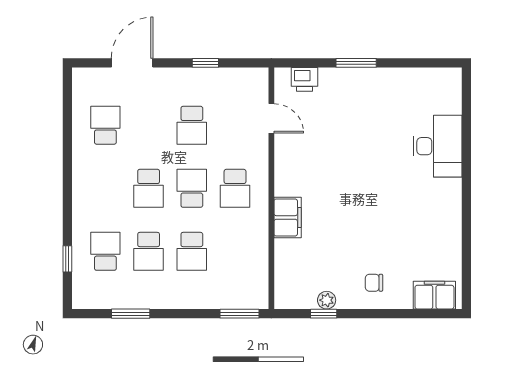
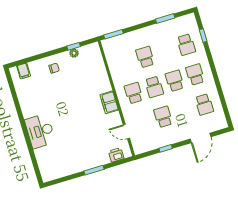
desk: (437, 146) -> (40, 131), moved
filing cabinet: (288, 217) -> (109, 102), moved
school desk: (149, 251) -> (195, 75), moved
filing cabinet: (434, 295) -> (24, 71), width x0.50

